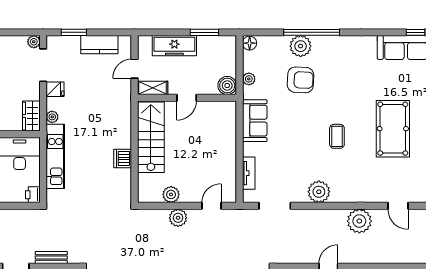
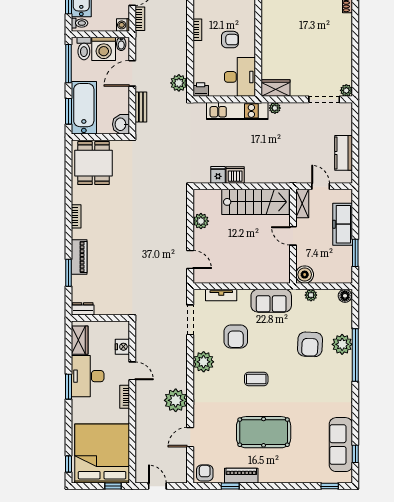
window: (74, 32) -> (355, 129), removed
fridge: (55, 89) -> (218, 175), moved, turned 180
armchair: (292, 158) -> (236, 336), added
plant: (178, 218) -> (179, 83), moved

